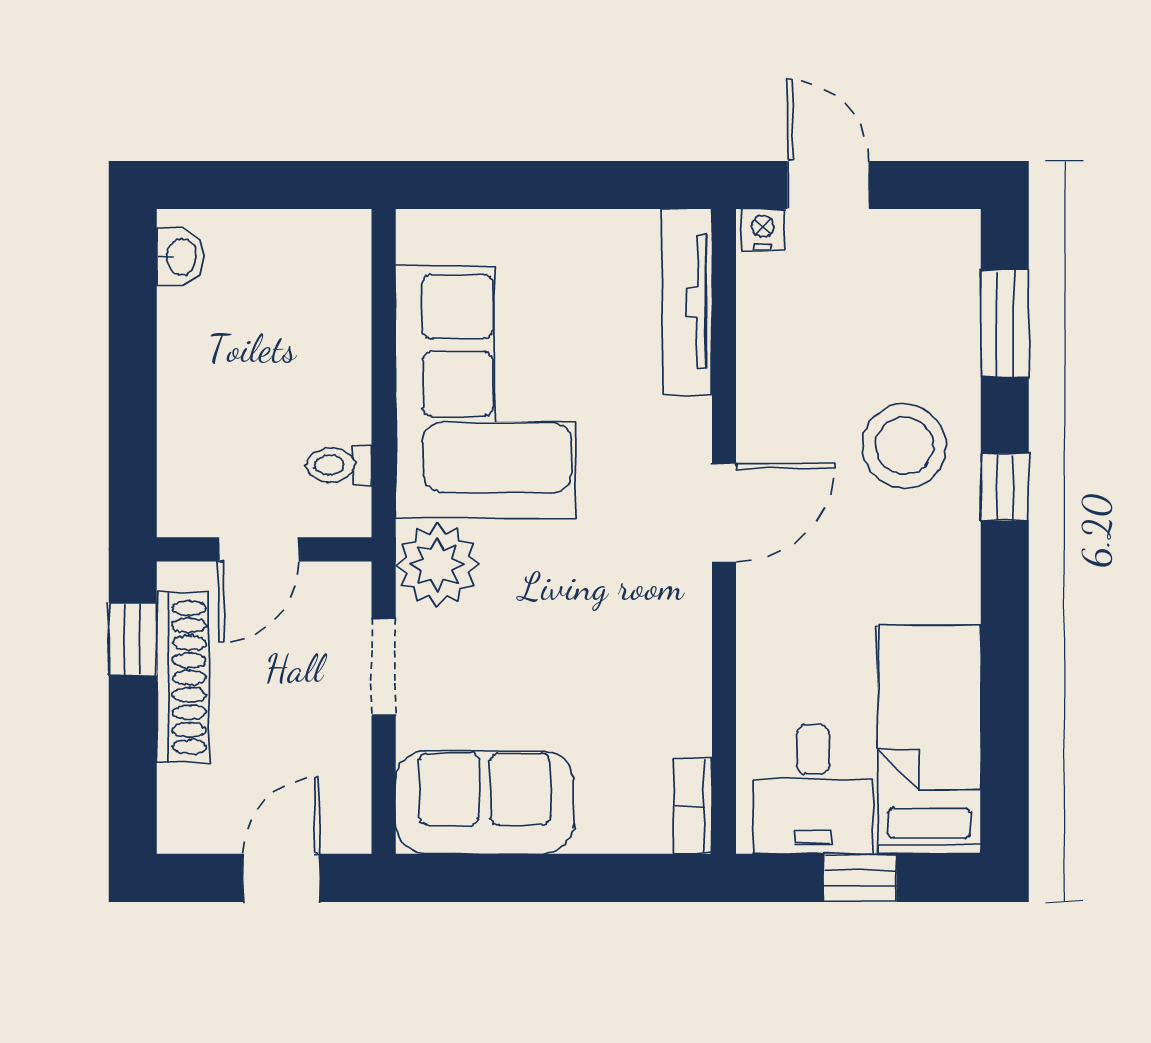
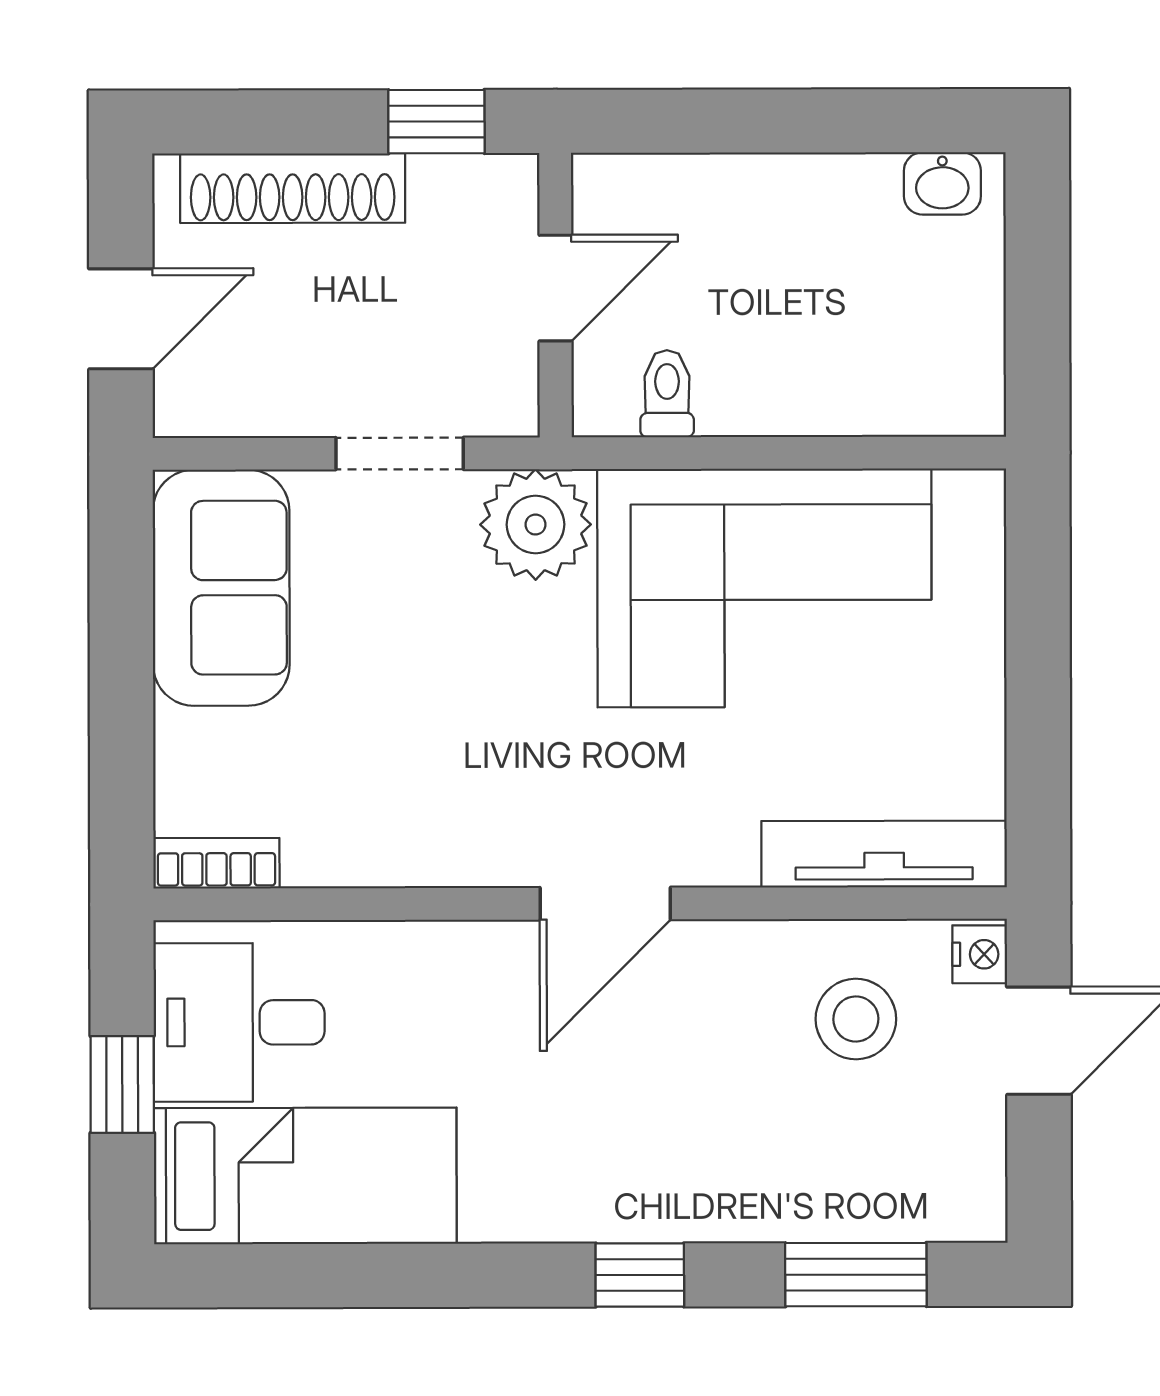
stool: (904, 446) -> (856, 1019), moved, width x0.73, depth x0.73
door: (724, 513) -> (605, 904), hinge flipped
door: (259, 549) -> (555, 288), swing flipped
shoe rack: (183, 678) -> (293, 188), moved
door: (281, 878) -> (121, 319), hinge flipped

